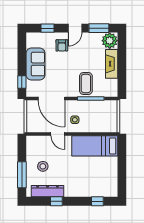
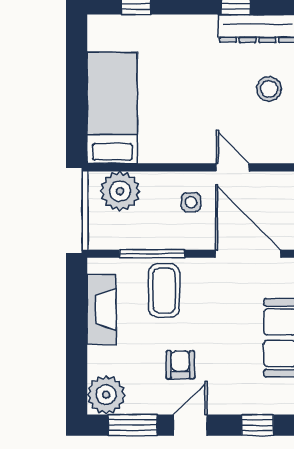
armchair: (62, 45) -> (180, 365), moved
fireplace: (112, 64) -> (102, 309), moved
plant: (104, 124) -> (120, 191), added
bed: (95, 146) -> (112, 108), moved, turned -90

